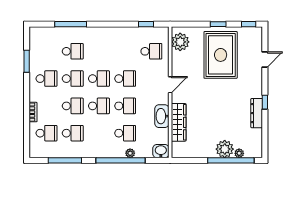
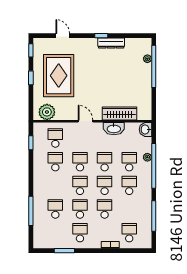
school desk: (125, 51) -> (55, 162), added
rug: (221, 55) -> (59, 76), turned 90
school desk: (73, 133) -> (129, 185), moved
plant: (225, 149) -> (144, 72), removed

